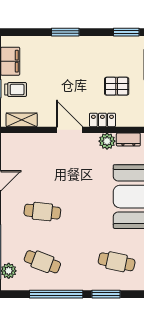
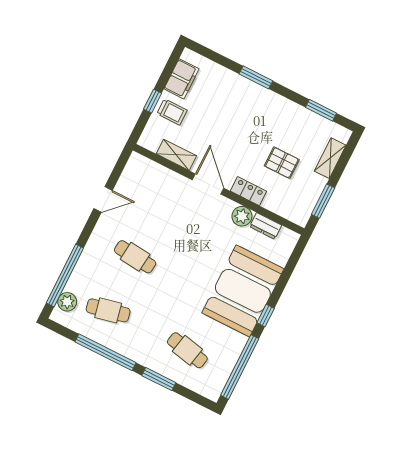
shelving: (22, 120) -> (176, 155), moved
cafe table: (42, 262) -> (108, 310), turned -33

